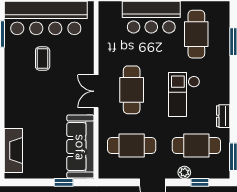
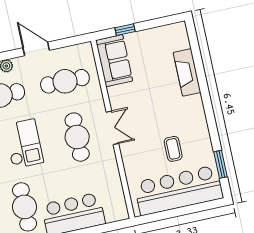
sofa: (80, 147) -> (114, 61), width x0.73
fireplace: (13, 151) -> (187, 72), moved

